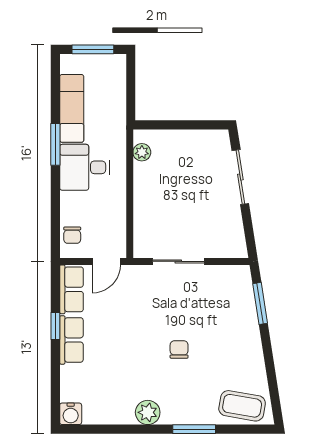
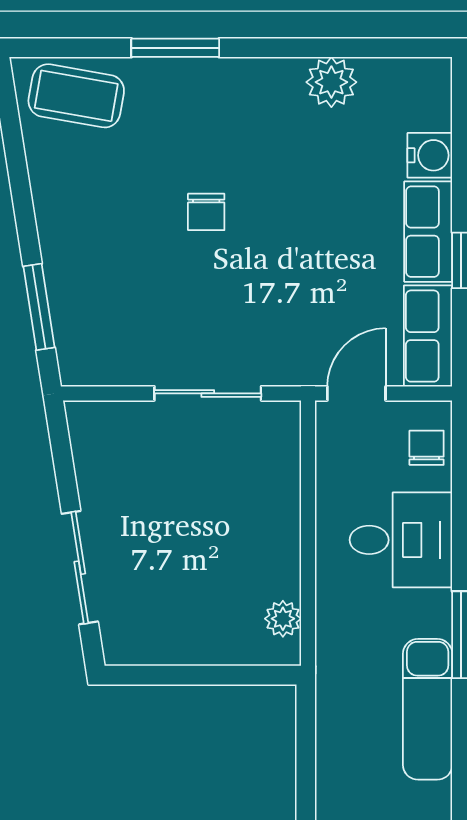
desk: (85, 167) -> (401, 540), moved
plant: (148, 412) -> (331, 82), moved
water cooler: (71, 414) -> (430, 155), moved, turned 90

